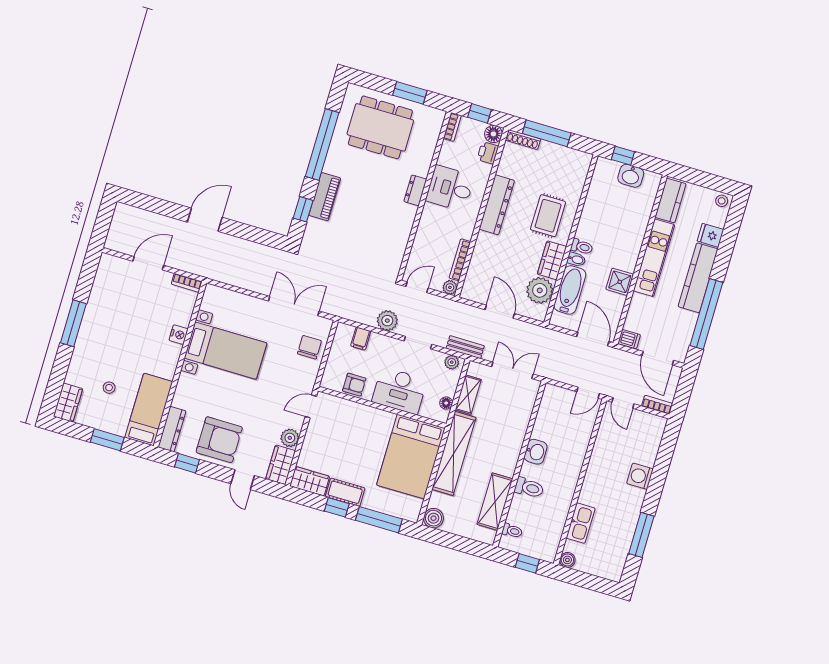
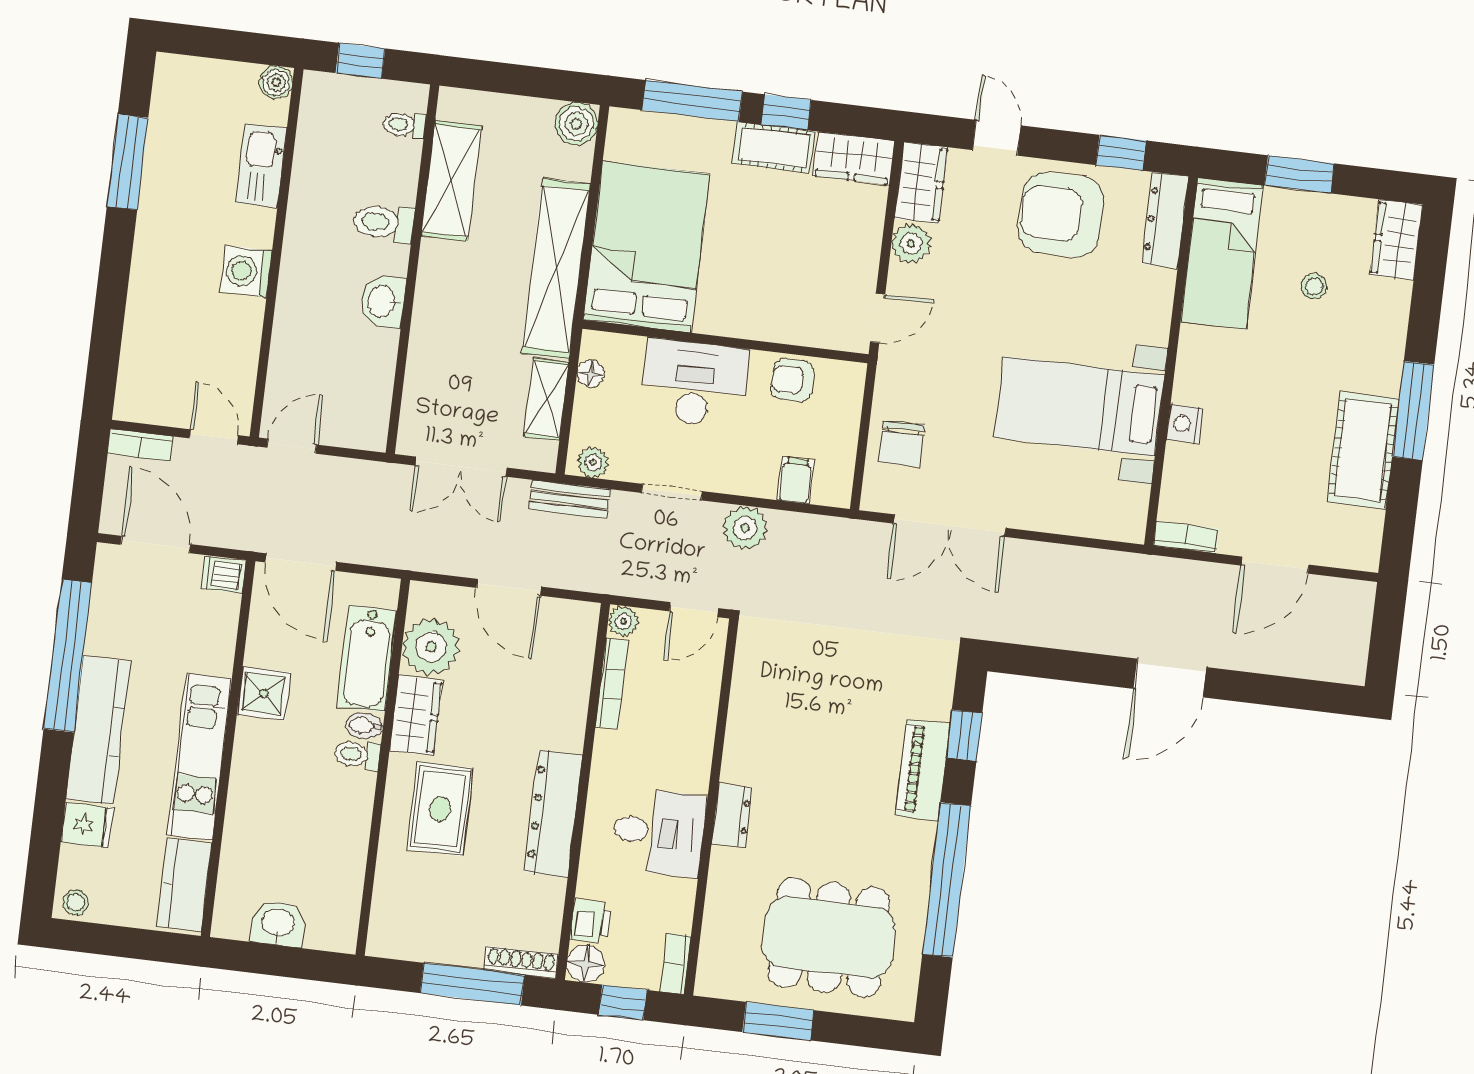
window: (623, 156) -> (302, 964), removed
cot: (99, 309) -> (1363, 450), added
washing machine: (640, 476) -> (246, 271), moved, turned 180

